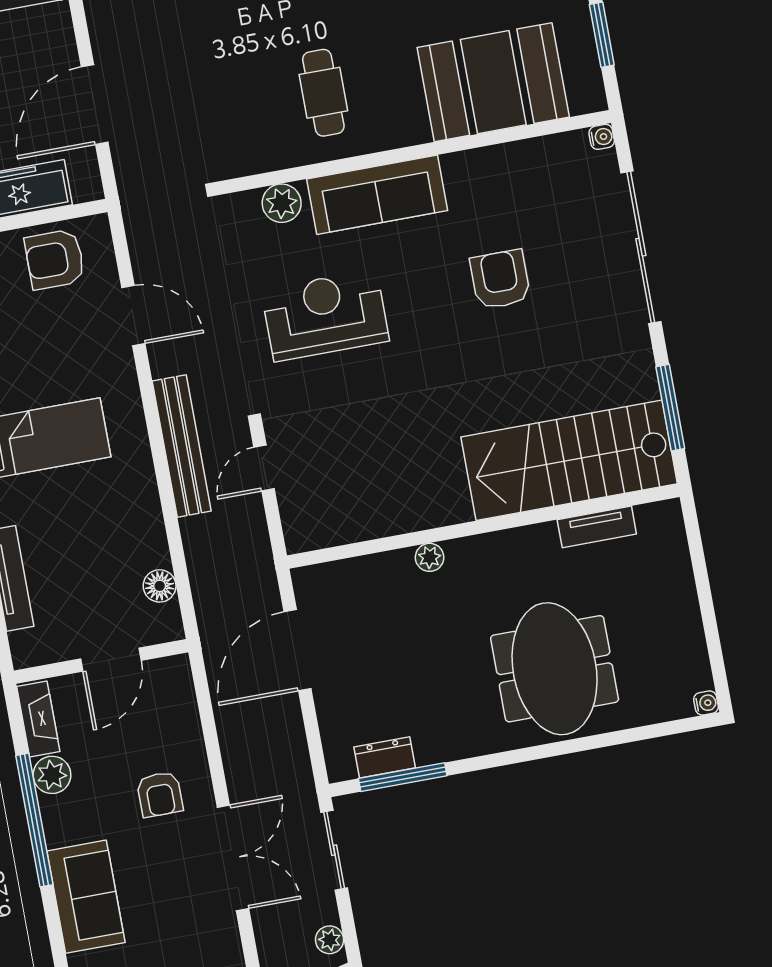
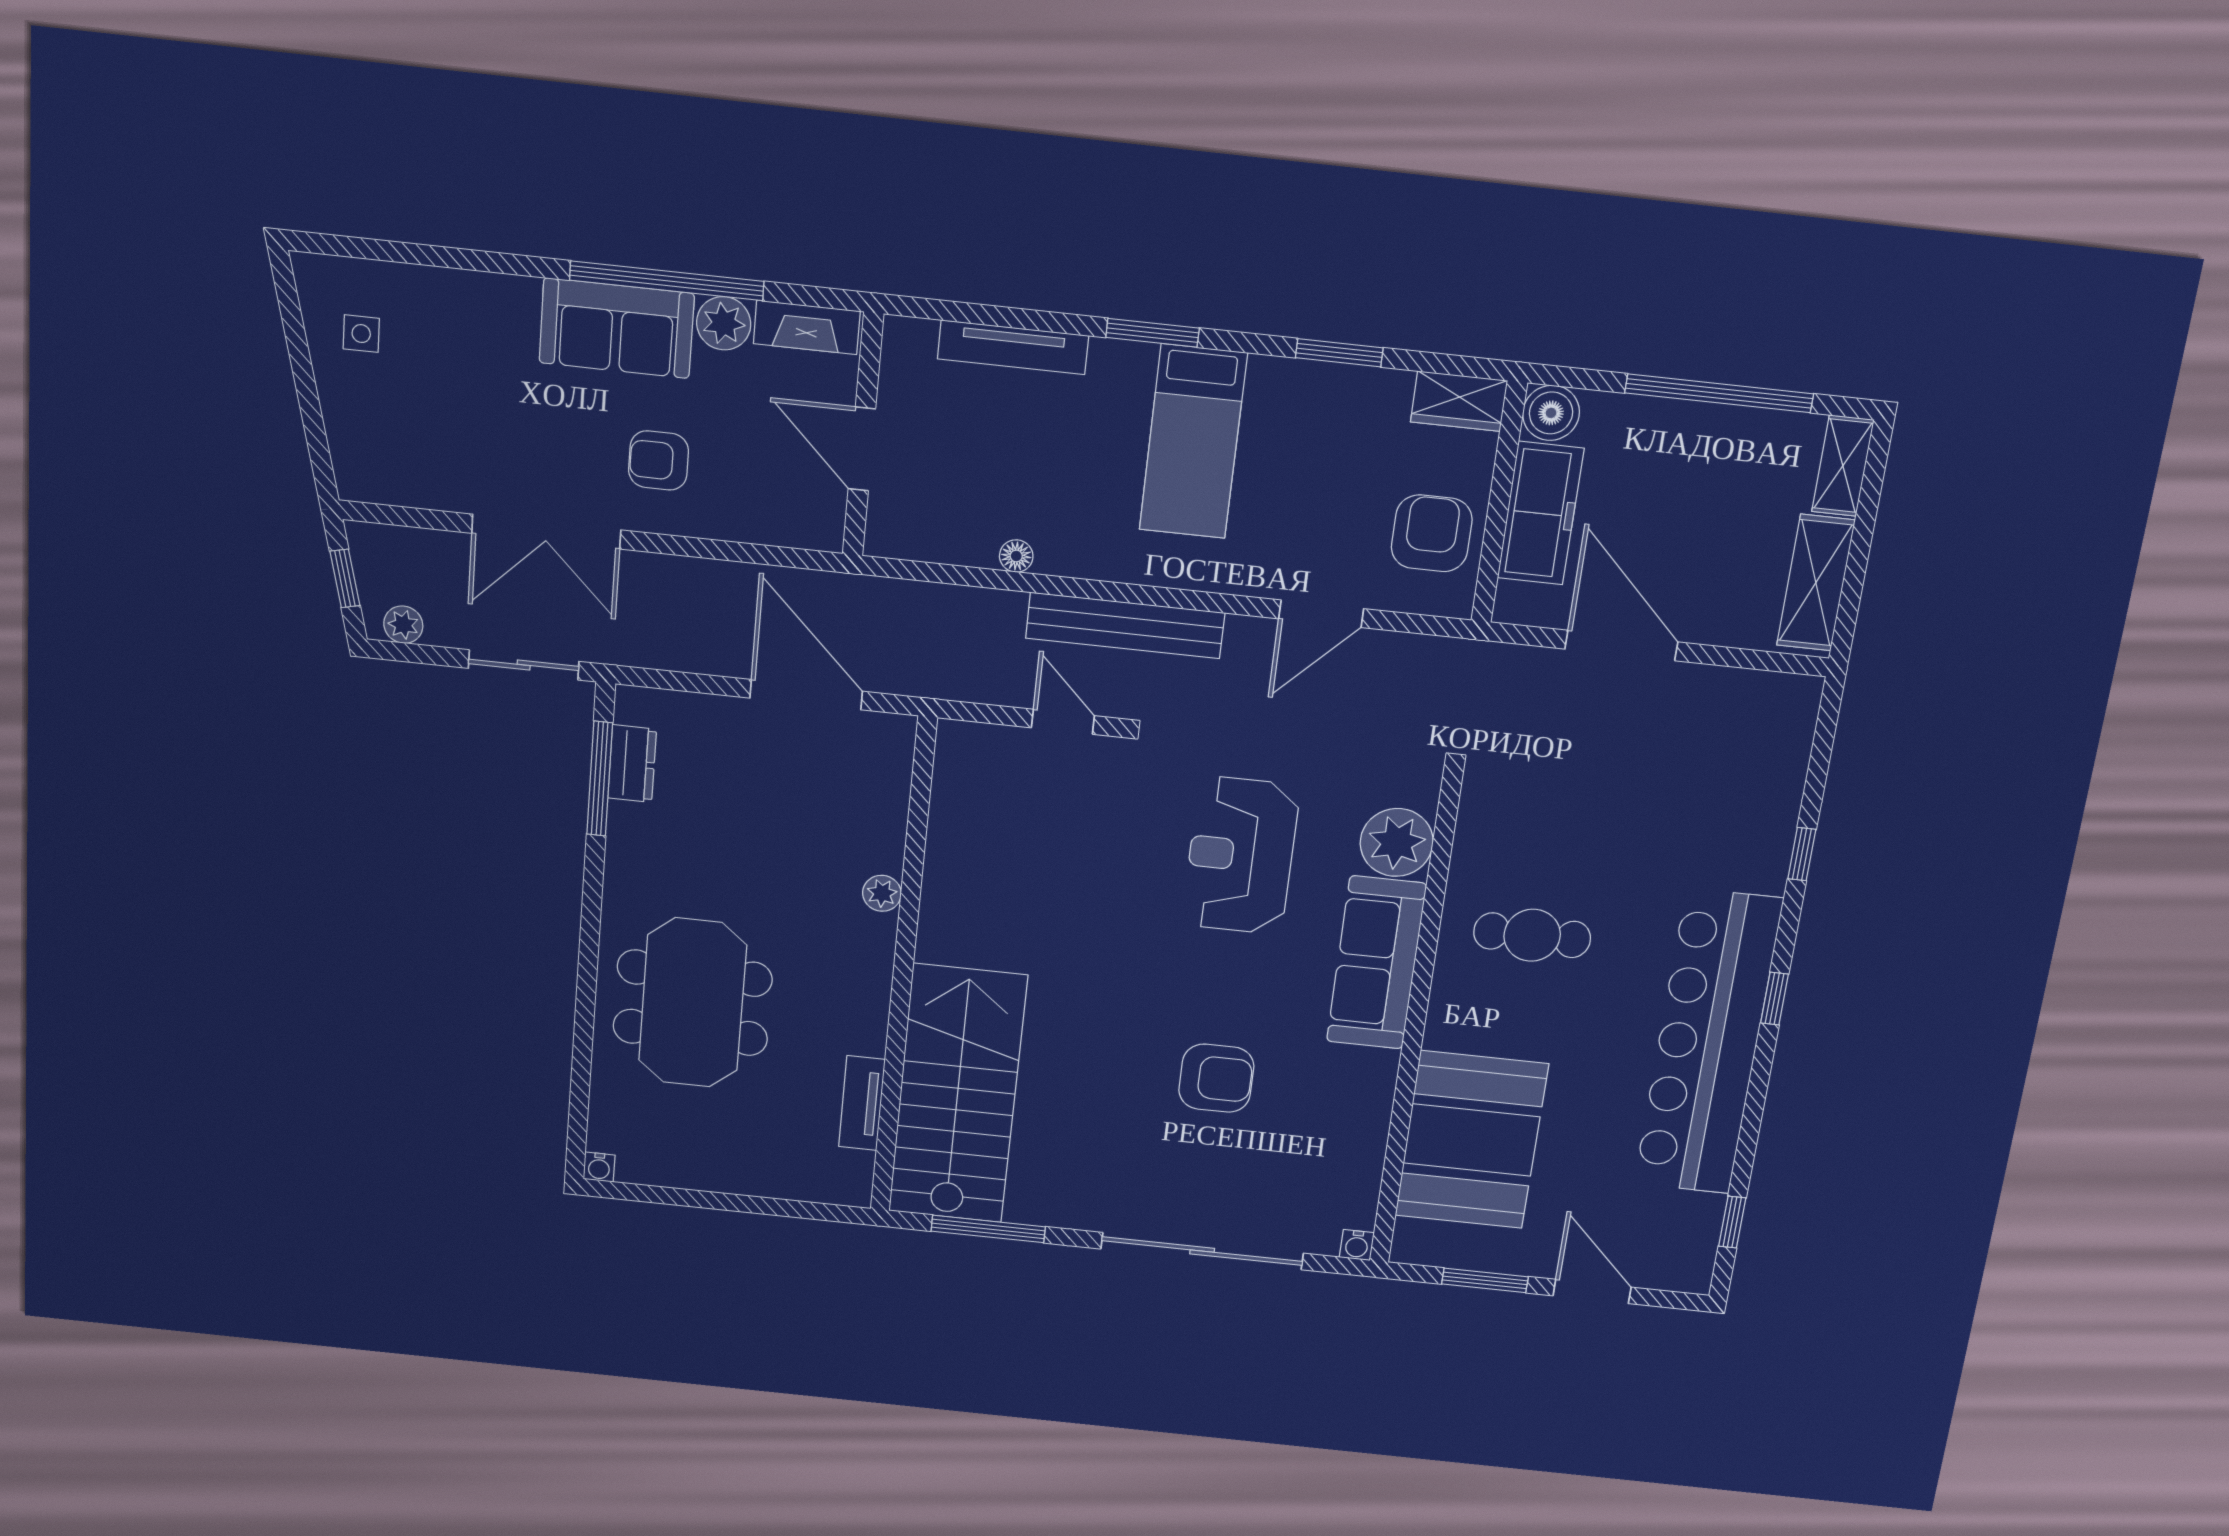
plant: (282, 203) -> (1397, 842), width x1.36, depth x1.36
reception desk: (325, 315) -> (1241, 855), turned 180
floor lamp: (160, 586) -> (1016, 556), moved, width x0.73, depth x0.73
meeting table: (555, 669) -> (693, 1003), turned 90
sofa: (86, 897) -> (617, 328), moved

